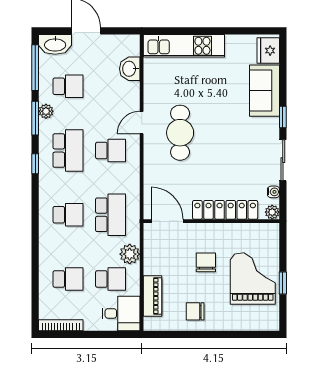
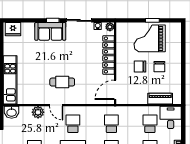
washbasin: (130, 69) -> (12, 112), moved
sofa: (264, 91) -> (50, 31), moved
cafe table: (180, 133) -> (62, 82), width x0.73, depth x0.74
school desk: (111, 215) -> (111, 124), width x0.54
plant: (130, 254) -> (38, 112), moved
chair: (195, 311) -> (159, 67), moved

